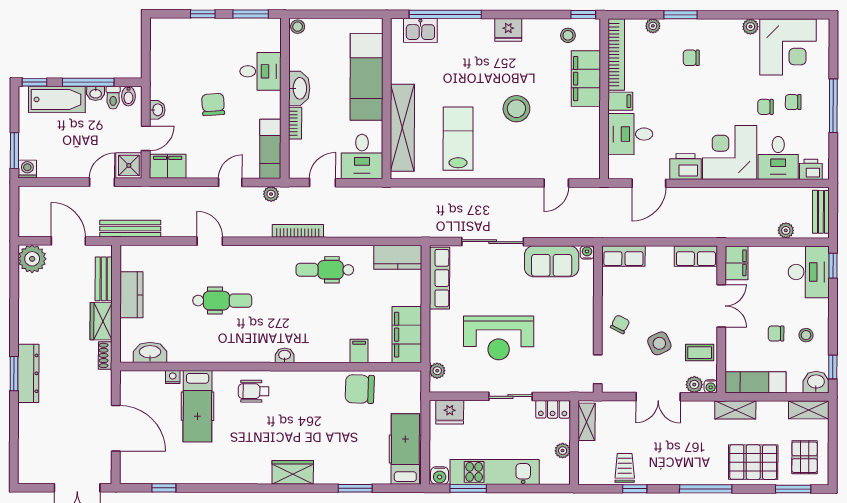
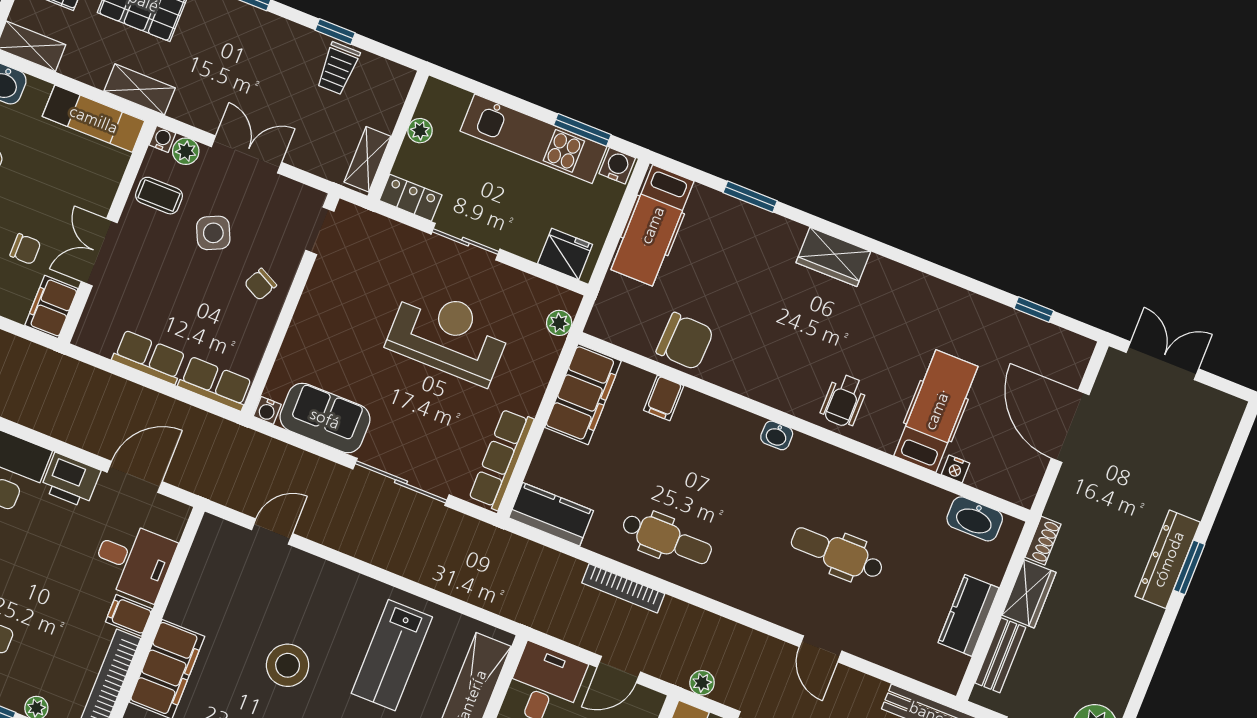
bookcase: (298, 231) -> (623, 588), moved
row of seats: (696, 256) -> (149, 357), moved
chair: (776, 333) -> (25, 249), moved
wheelchair: (254, 391) -> (844, 400), turned 90

